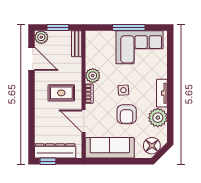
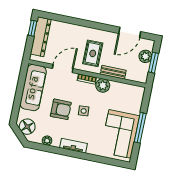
plant: (41, 37) -> (145, 56), moved
bench: (77, 44) -> (113, 72), moved
armchair: (127, 114) -> (61, 109), turned 180
plant: (158, 118) -> (47, 141), width x0.53, depth x0.53

